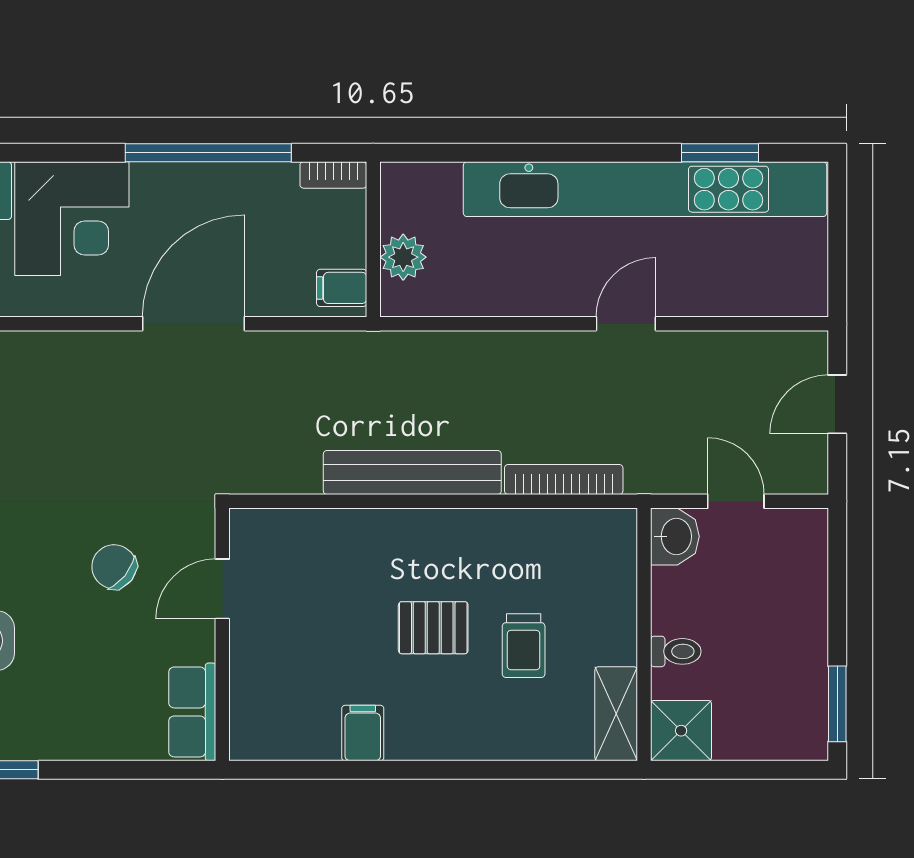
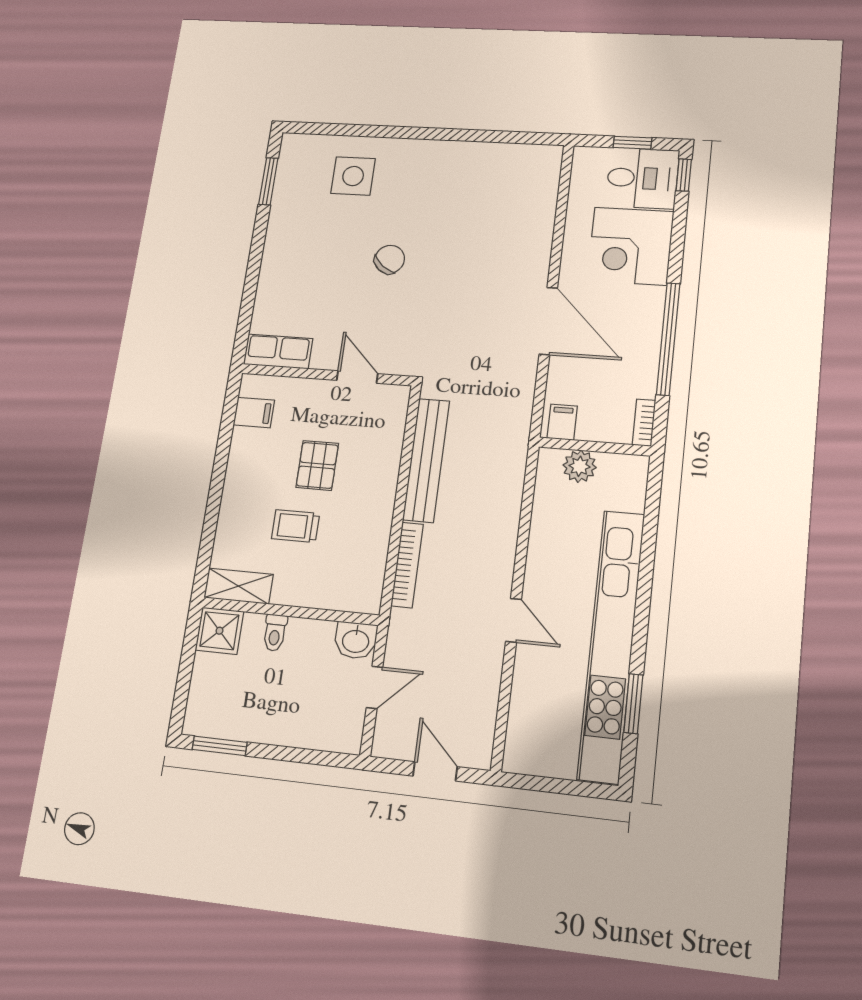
door: (222, 589) -> (357, 377), moved
wall: (222, 634) -> (327, 375), moved
row of seats: (192, 712) -> (278, 351), moved

